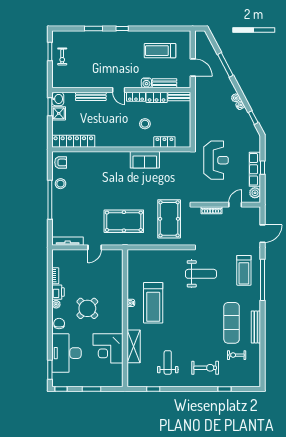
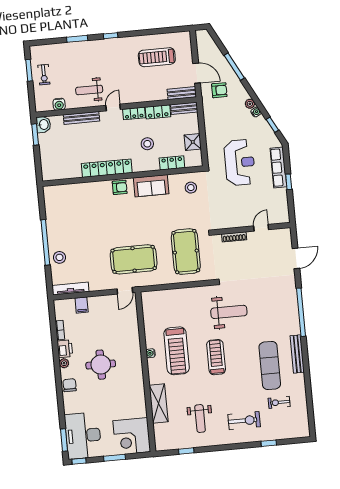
weight bench: (100, 73) -> (89, 90), added
water cooler: (146, 83) -> (59, 104), moved
bench: (164, 83) -> (182, 93), moved
armchair: (211, 84) -> (219, 90), added
door: (119, 90) -> (113, 107), swing flipped
shower: (59, 113) -> (193, 142), moved
locker: (73, 141) -> (107, 168), moved
reception desk: (216, 160) -> (240, 162), moved
armchair: (61, 162) -> (120, 187), moved
stool: (179, 165) -> (191, 188), added
row of seats: (255, 169) -> (278, 167), moved
stool: (60, 184) -> (59, 257), moved
plant: (255, 193) -> (283, 212), removed
door: (95, 247) -> (125, 291), moved
filing cabinet: (76, 256) -> (82, 305), added
treadmill: (244, 270) -> (216, 357), moved, turned 180
round table: (87, 308) -> (101, 365), turned 45
bench: (256, 327) -> (297, 354), moved
corner desk: (108, 348) -> (132, 436), moved
desk: (67, 353) -> (83, 436), moved
weight bench: (168, 362) -> (200, 418), turned 180

